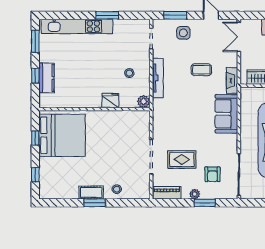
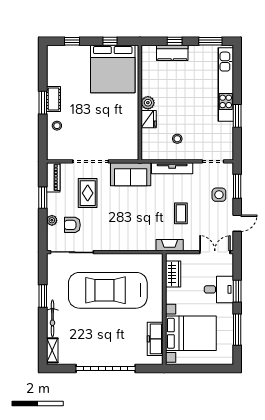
plant: (144, 101) -> (148, 103), moved
sofa: (226, 114) -> (131, 174), moved, turned 180
plant: (195, 194) -> (52, 220), moved
window: (205, 203) -> (43, 198), moved

